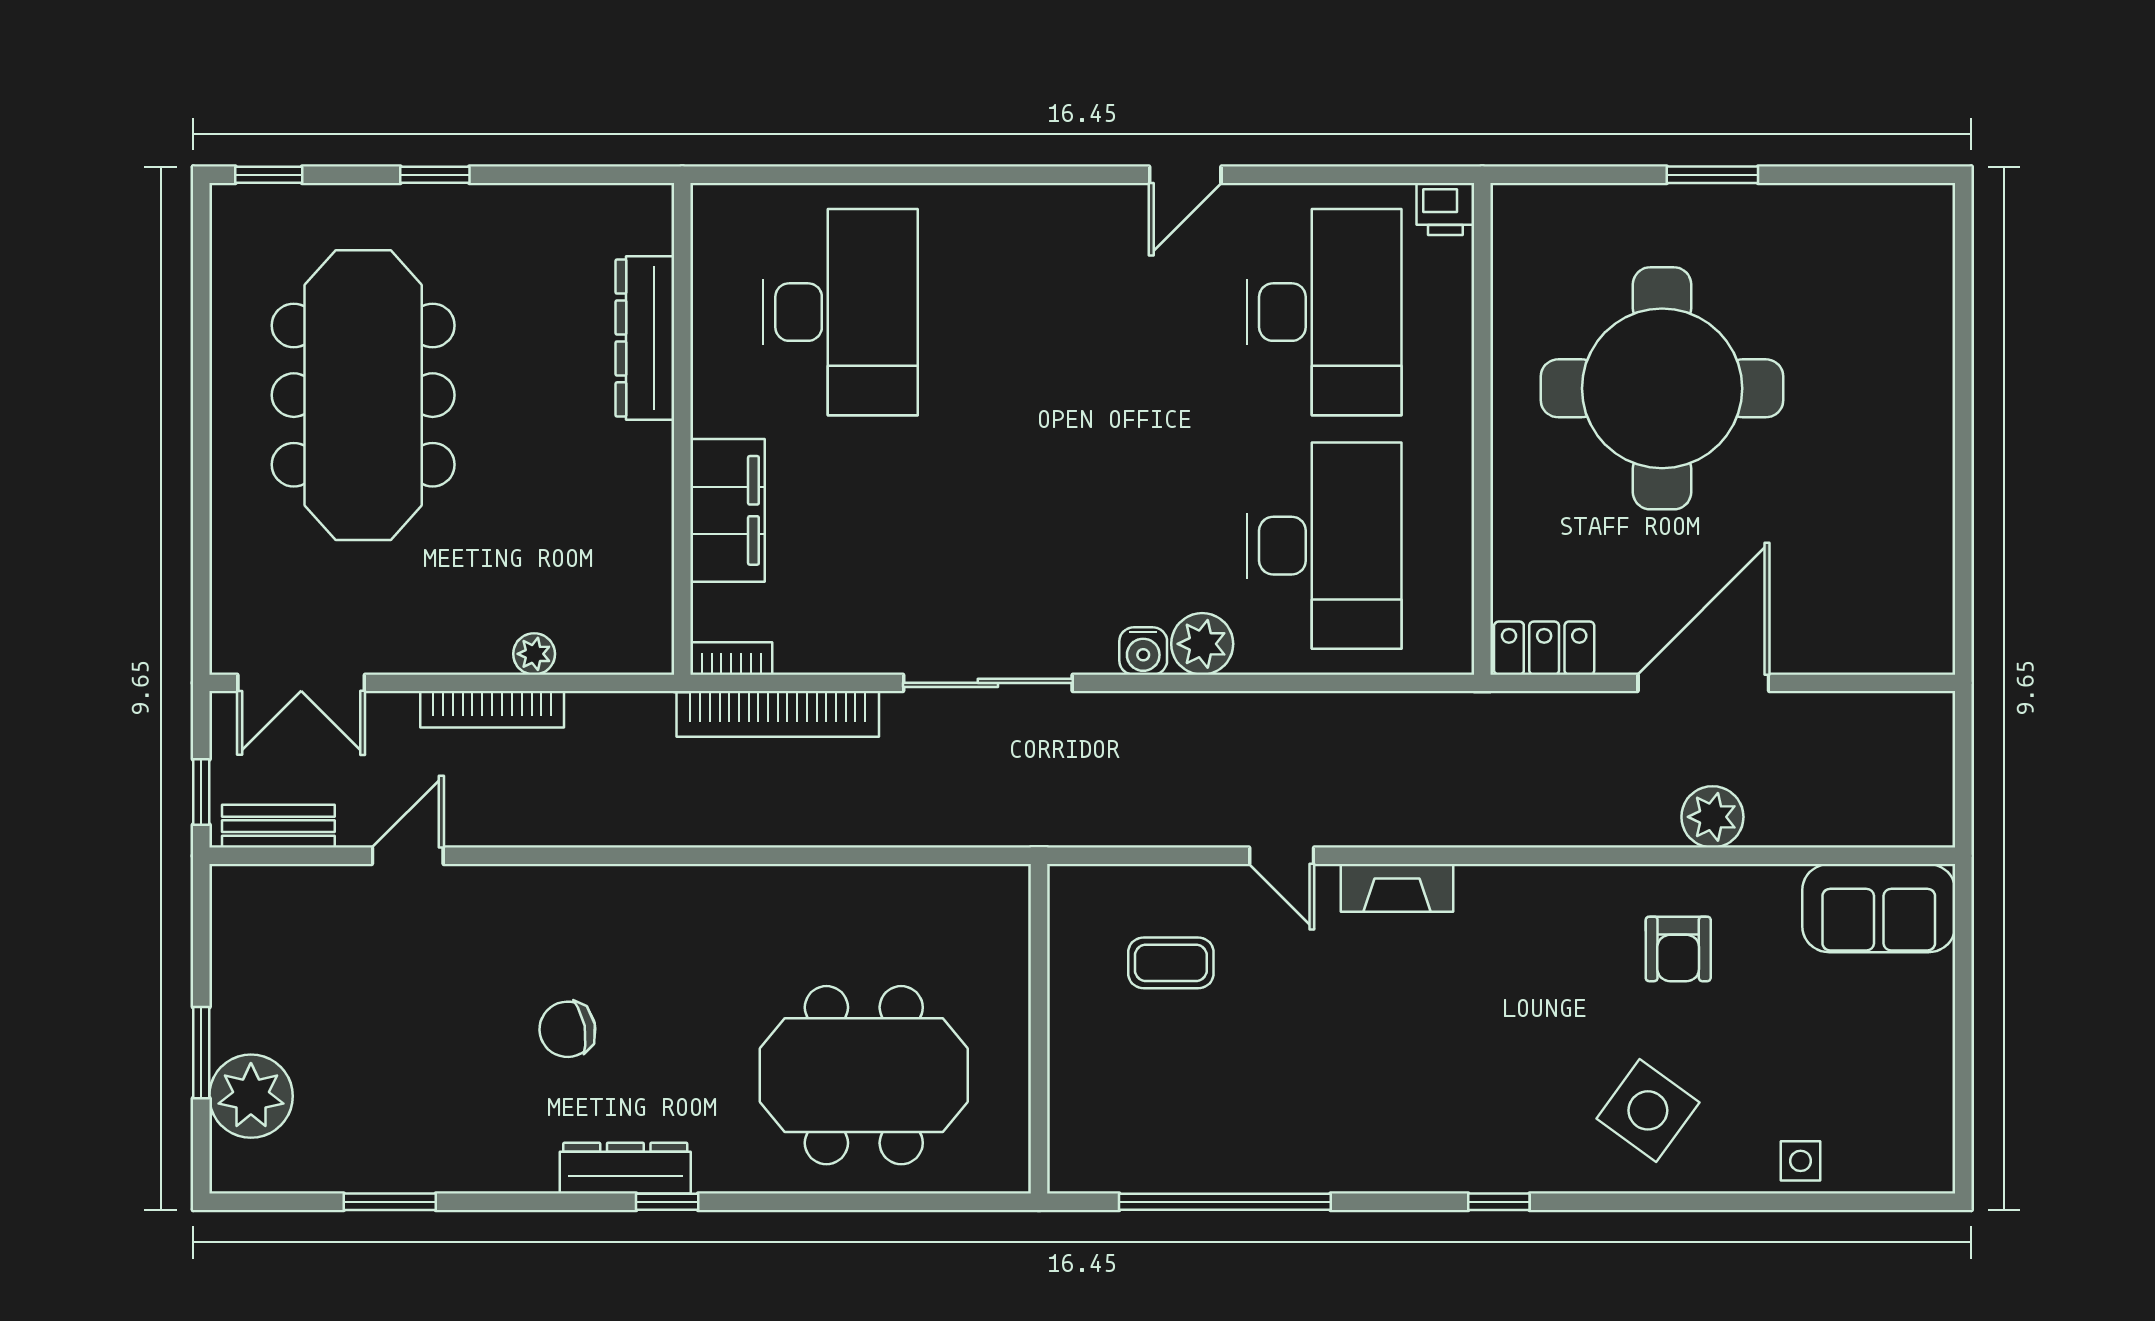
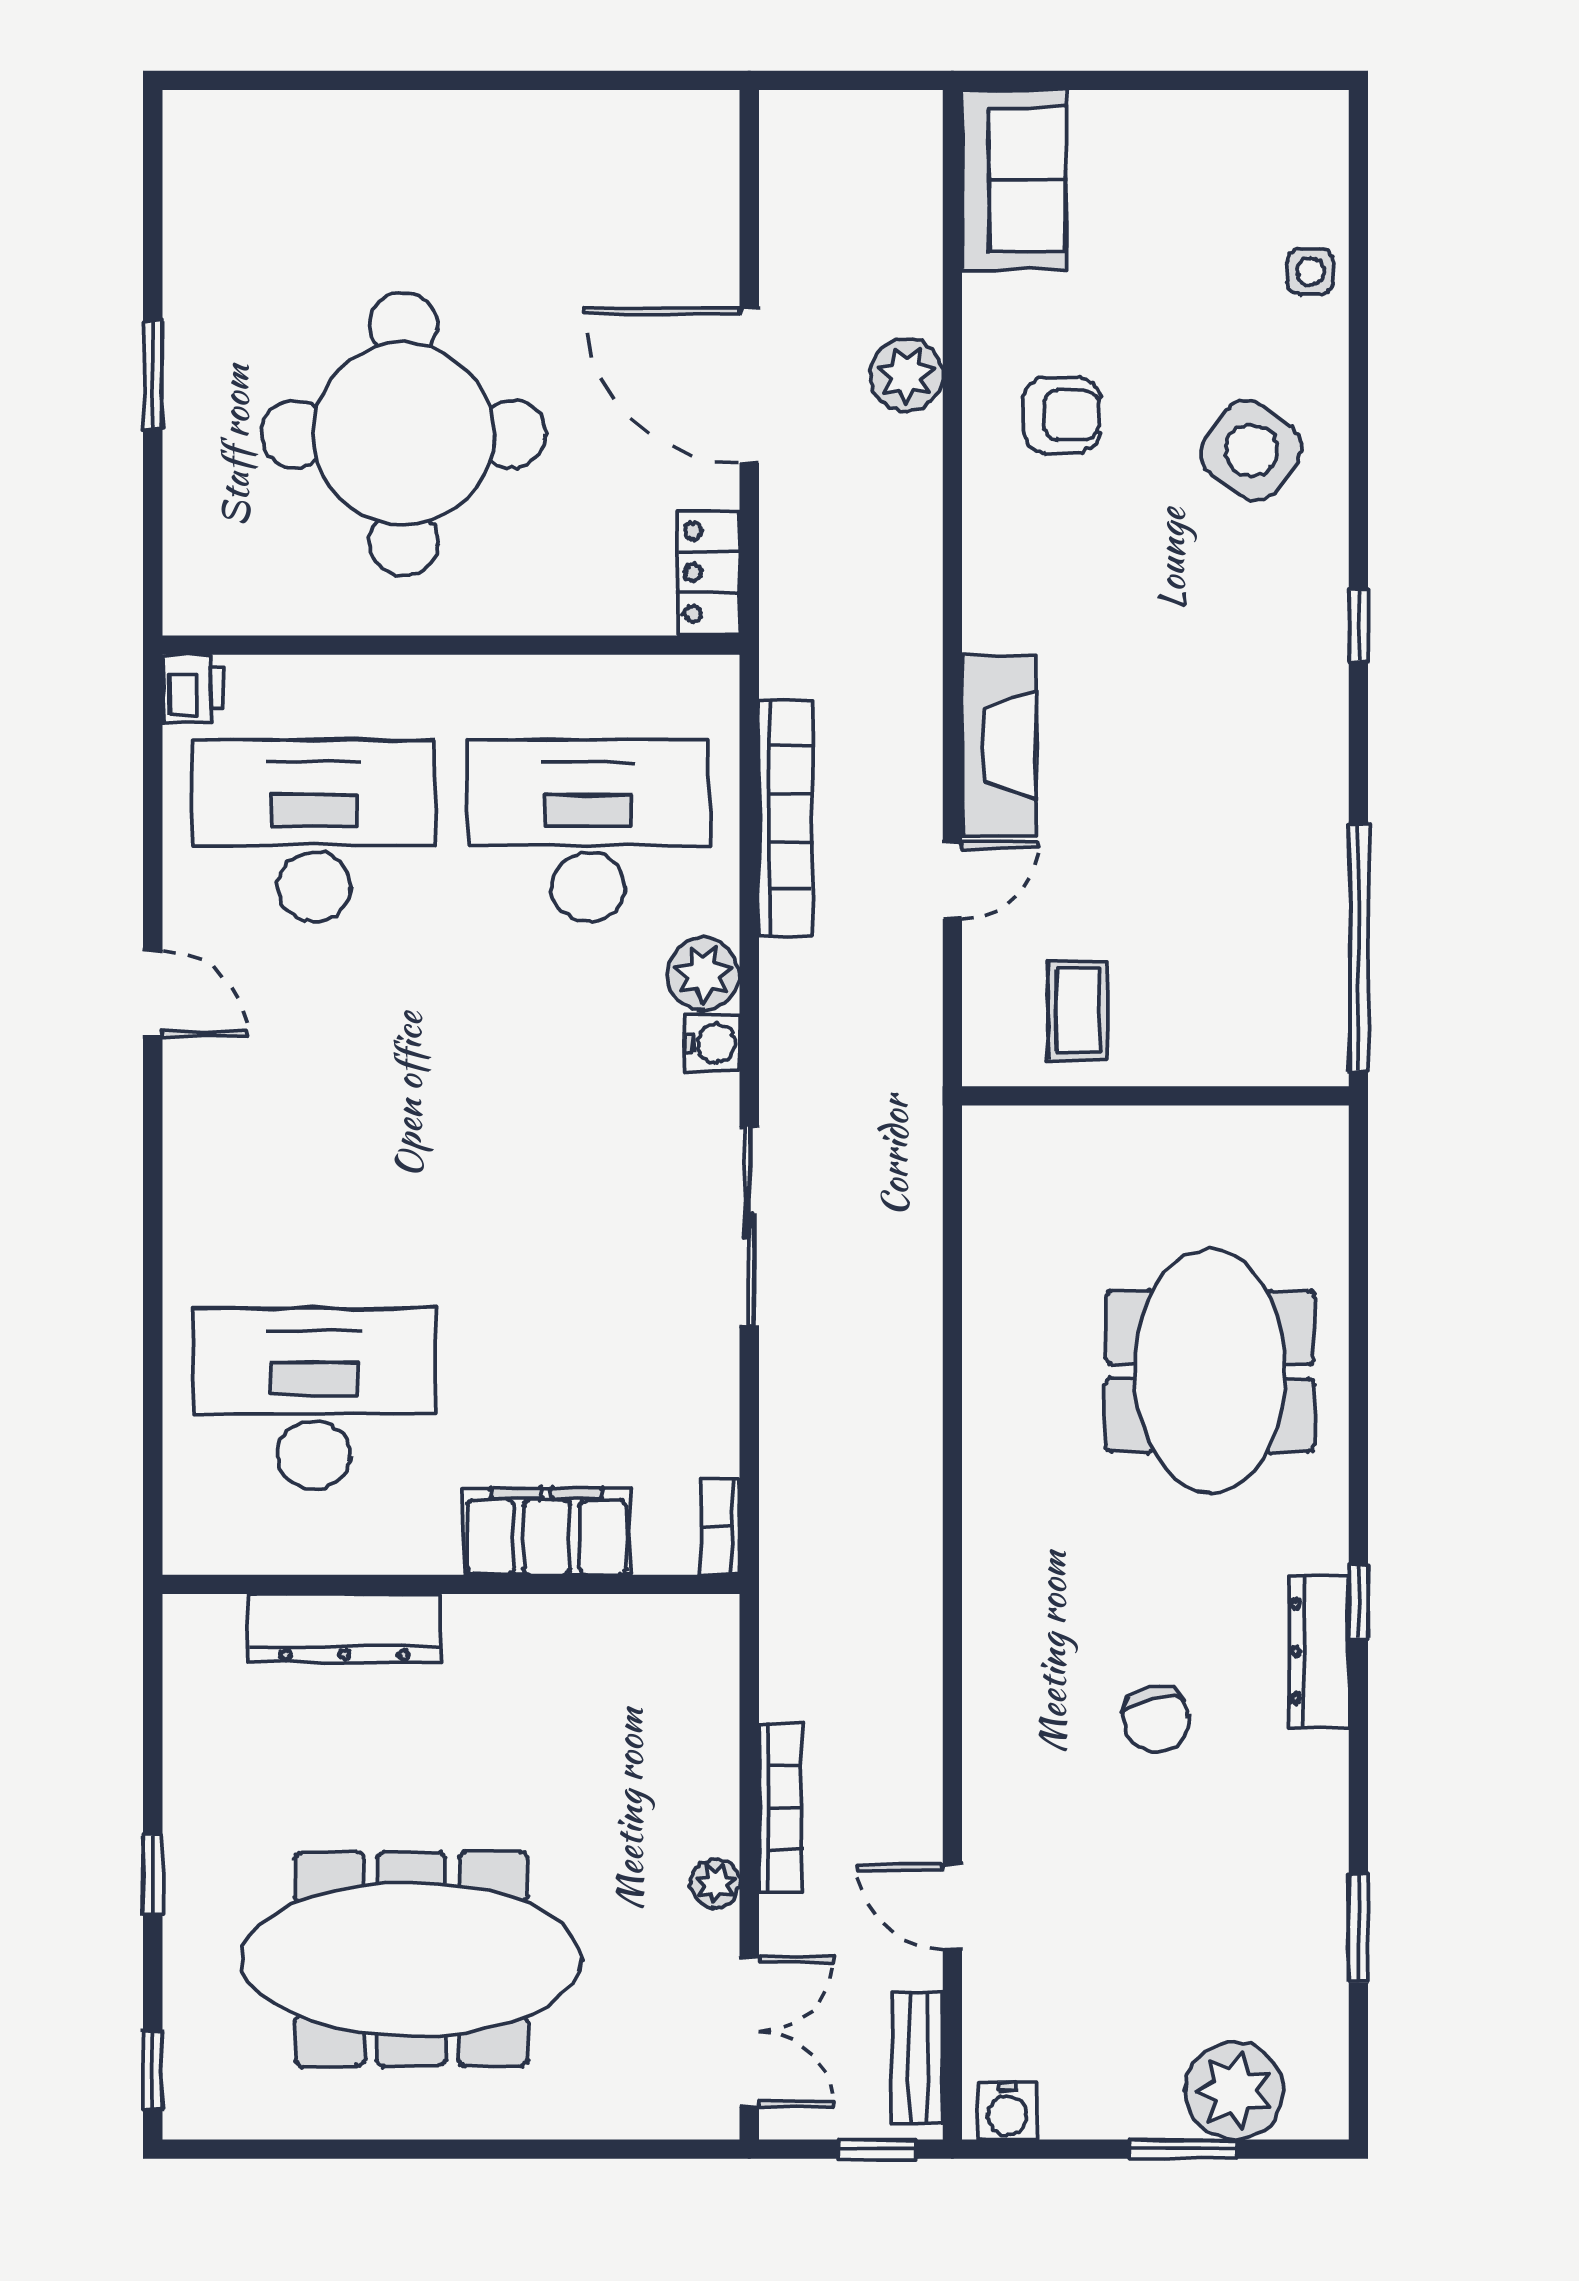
plant: (534, 654) -> (715, 1883), moved
bookcase: (778, 714) -> (786, 818), moved
fireplace: (1397, 888) -> (999, 745), width x1.37, depth x1.32
water cooler: (234, 903) -> (1007, 2111), added
wall: (1039, 1029) -> (1155, 1096), moved

